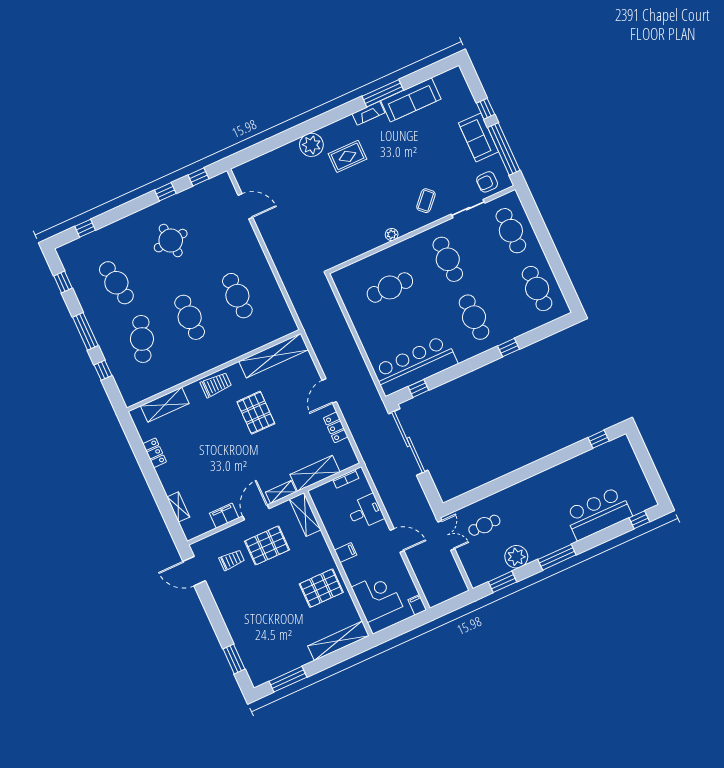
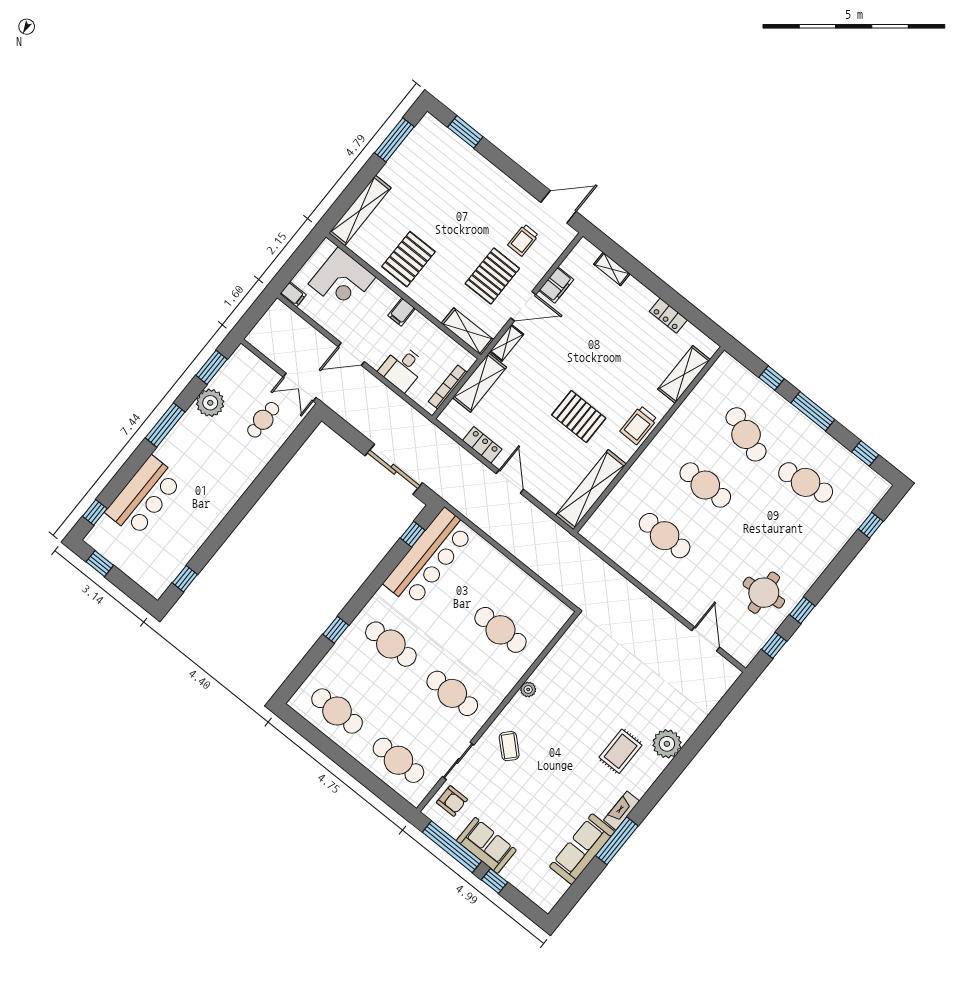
armchair: (487, 182) -> (452, 801), turned 90
door: (245, 206) -> (706, 639), swing flipped
round table: (171, 241) -> (764, 593), moved
cafe table: (390, 287) -> (500, 630), turned 90
sliding door: (408, 442) -> (394, 469), width x0.73
bookcase: (346, 479) -> (448, 387), width x1.56
window: (654, 481) -> (100, 564), added
door: (256, 512) -> (523, 306), hinge flipped

